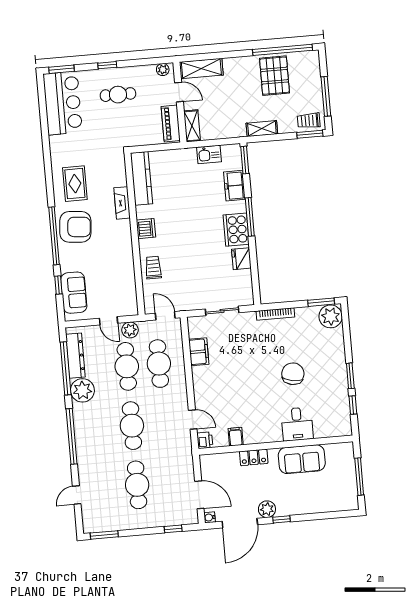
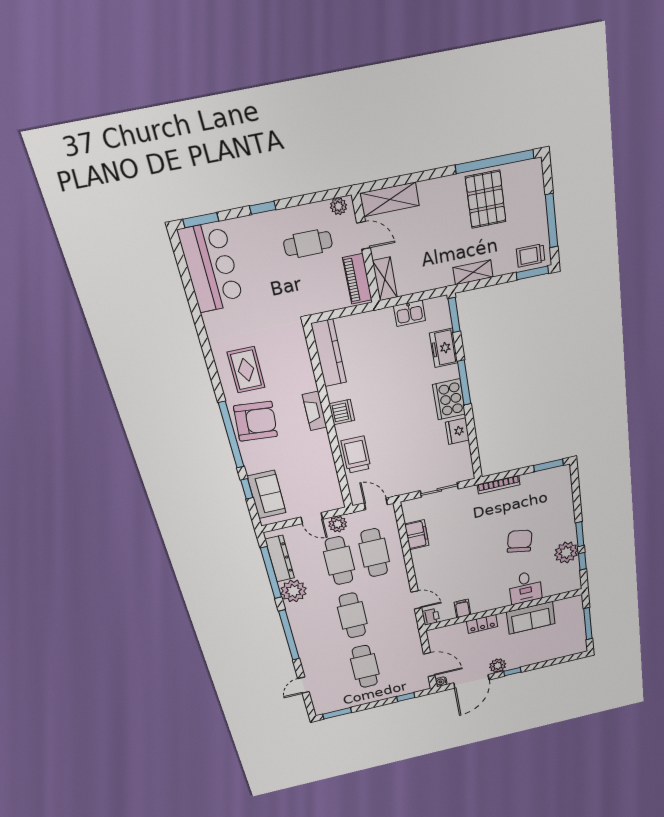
cafe table: (118, 95) -> (308, 244), moved
fireplace: (122, 203) -> (315, 411), moved
trolley: (153, 268) -> (356, 455), width x1.36, depth x1.39
plant: (331, 316) -> (566, 552), moved

